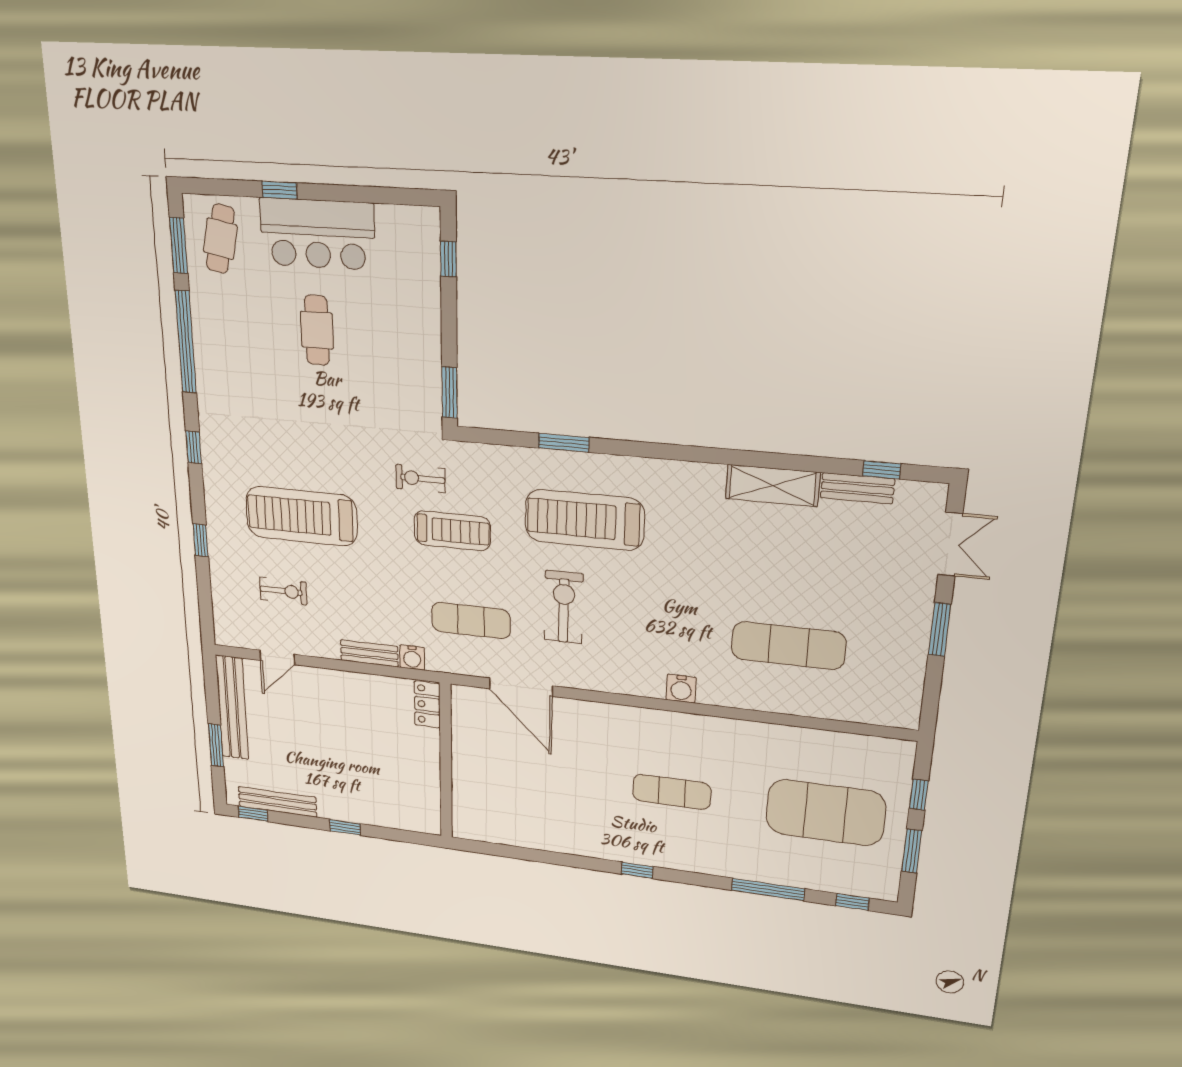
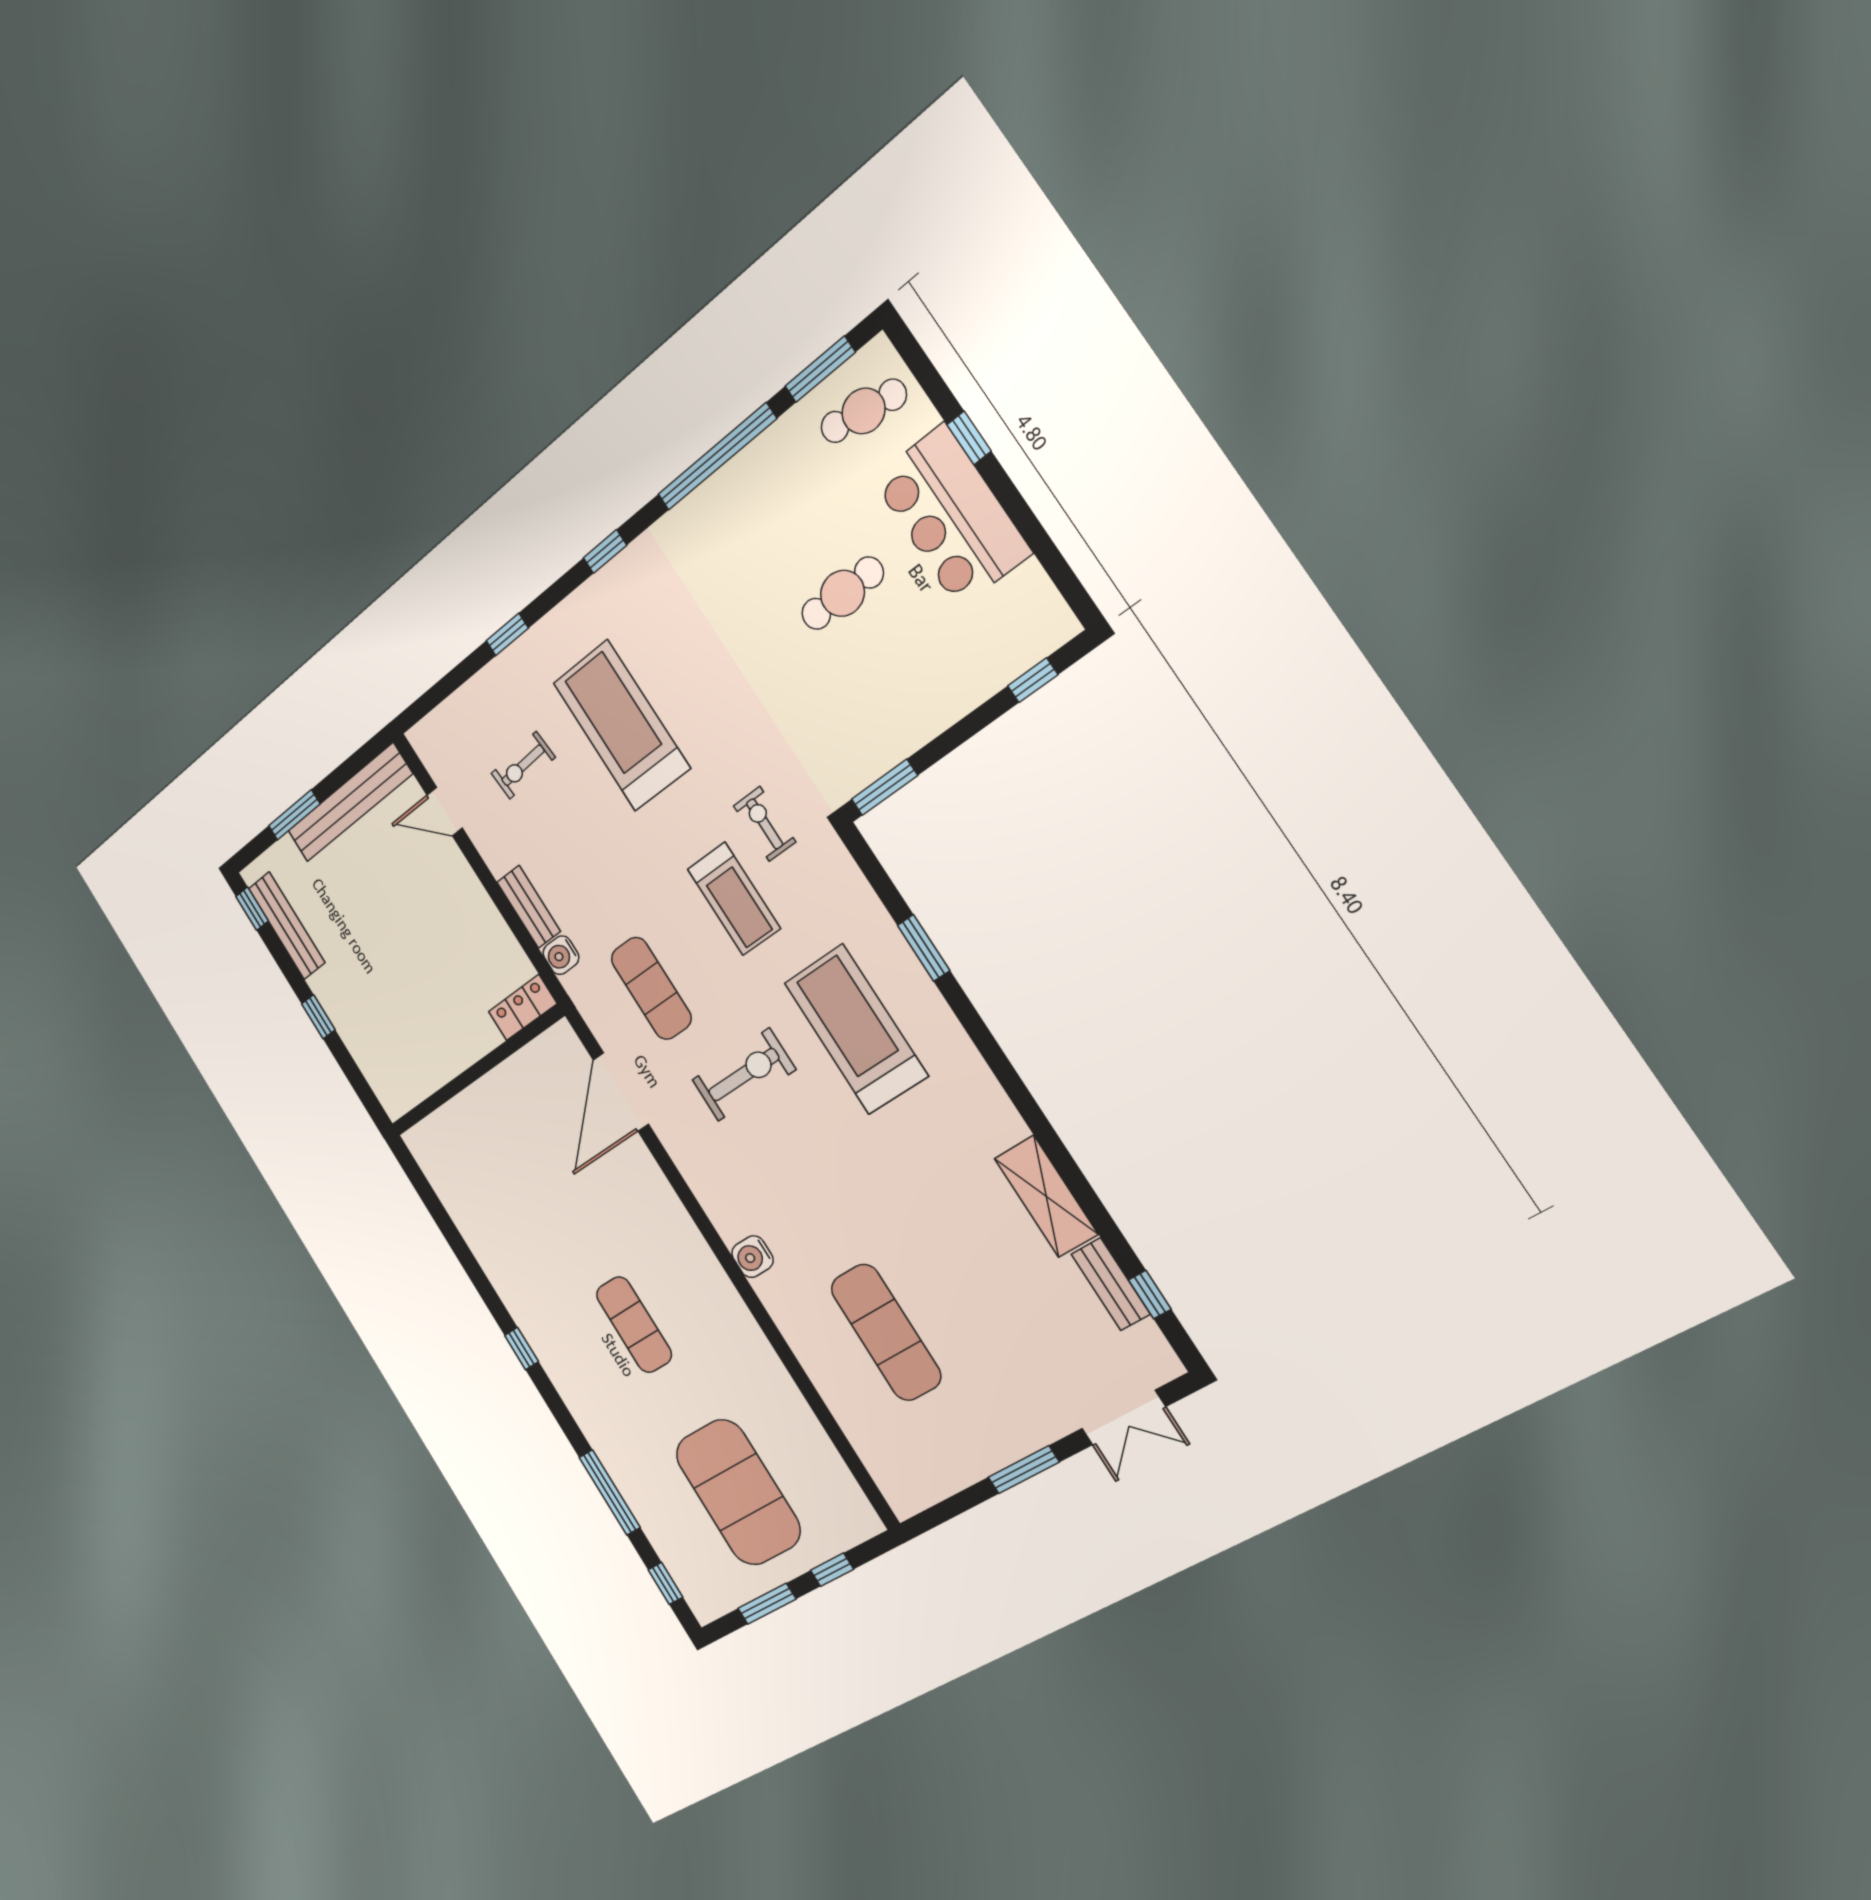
exercise bike: (283, 591) -> (523, 765), turned 86

